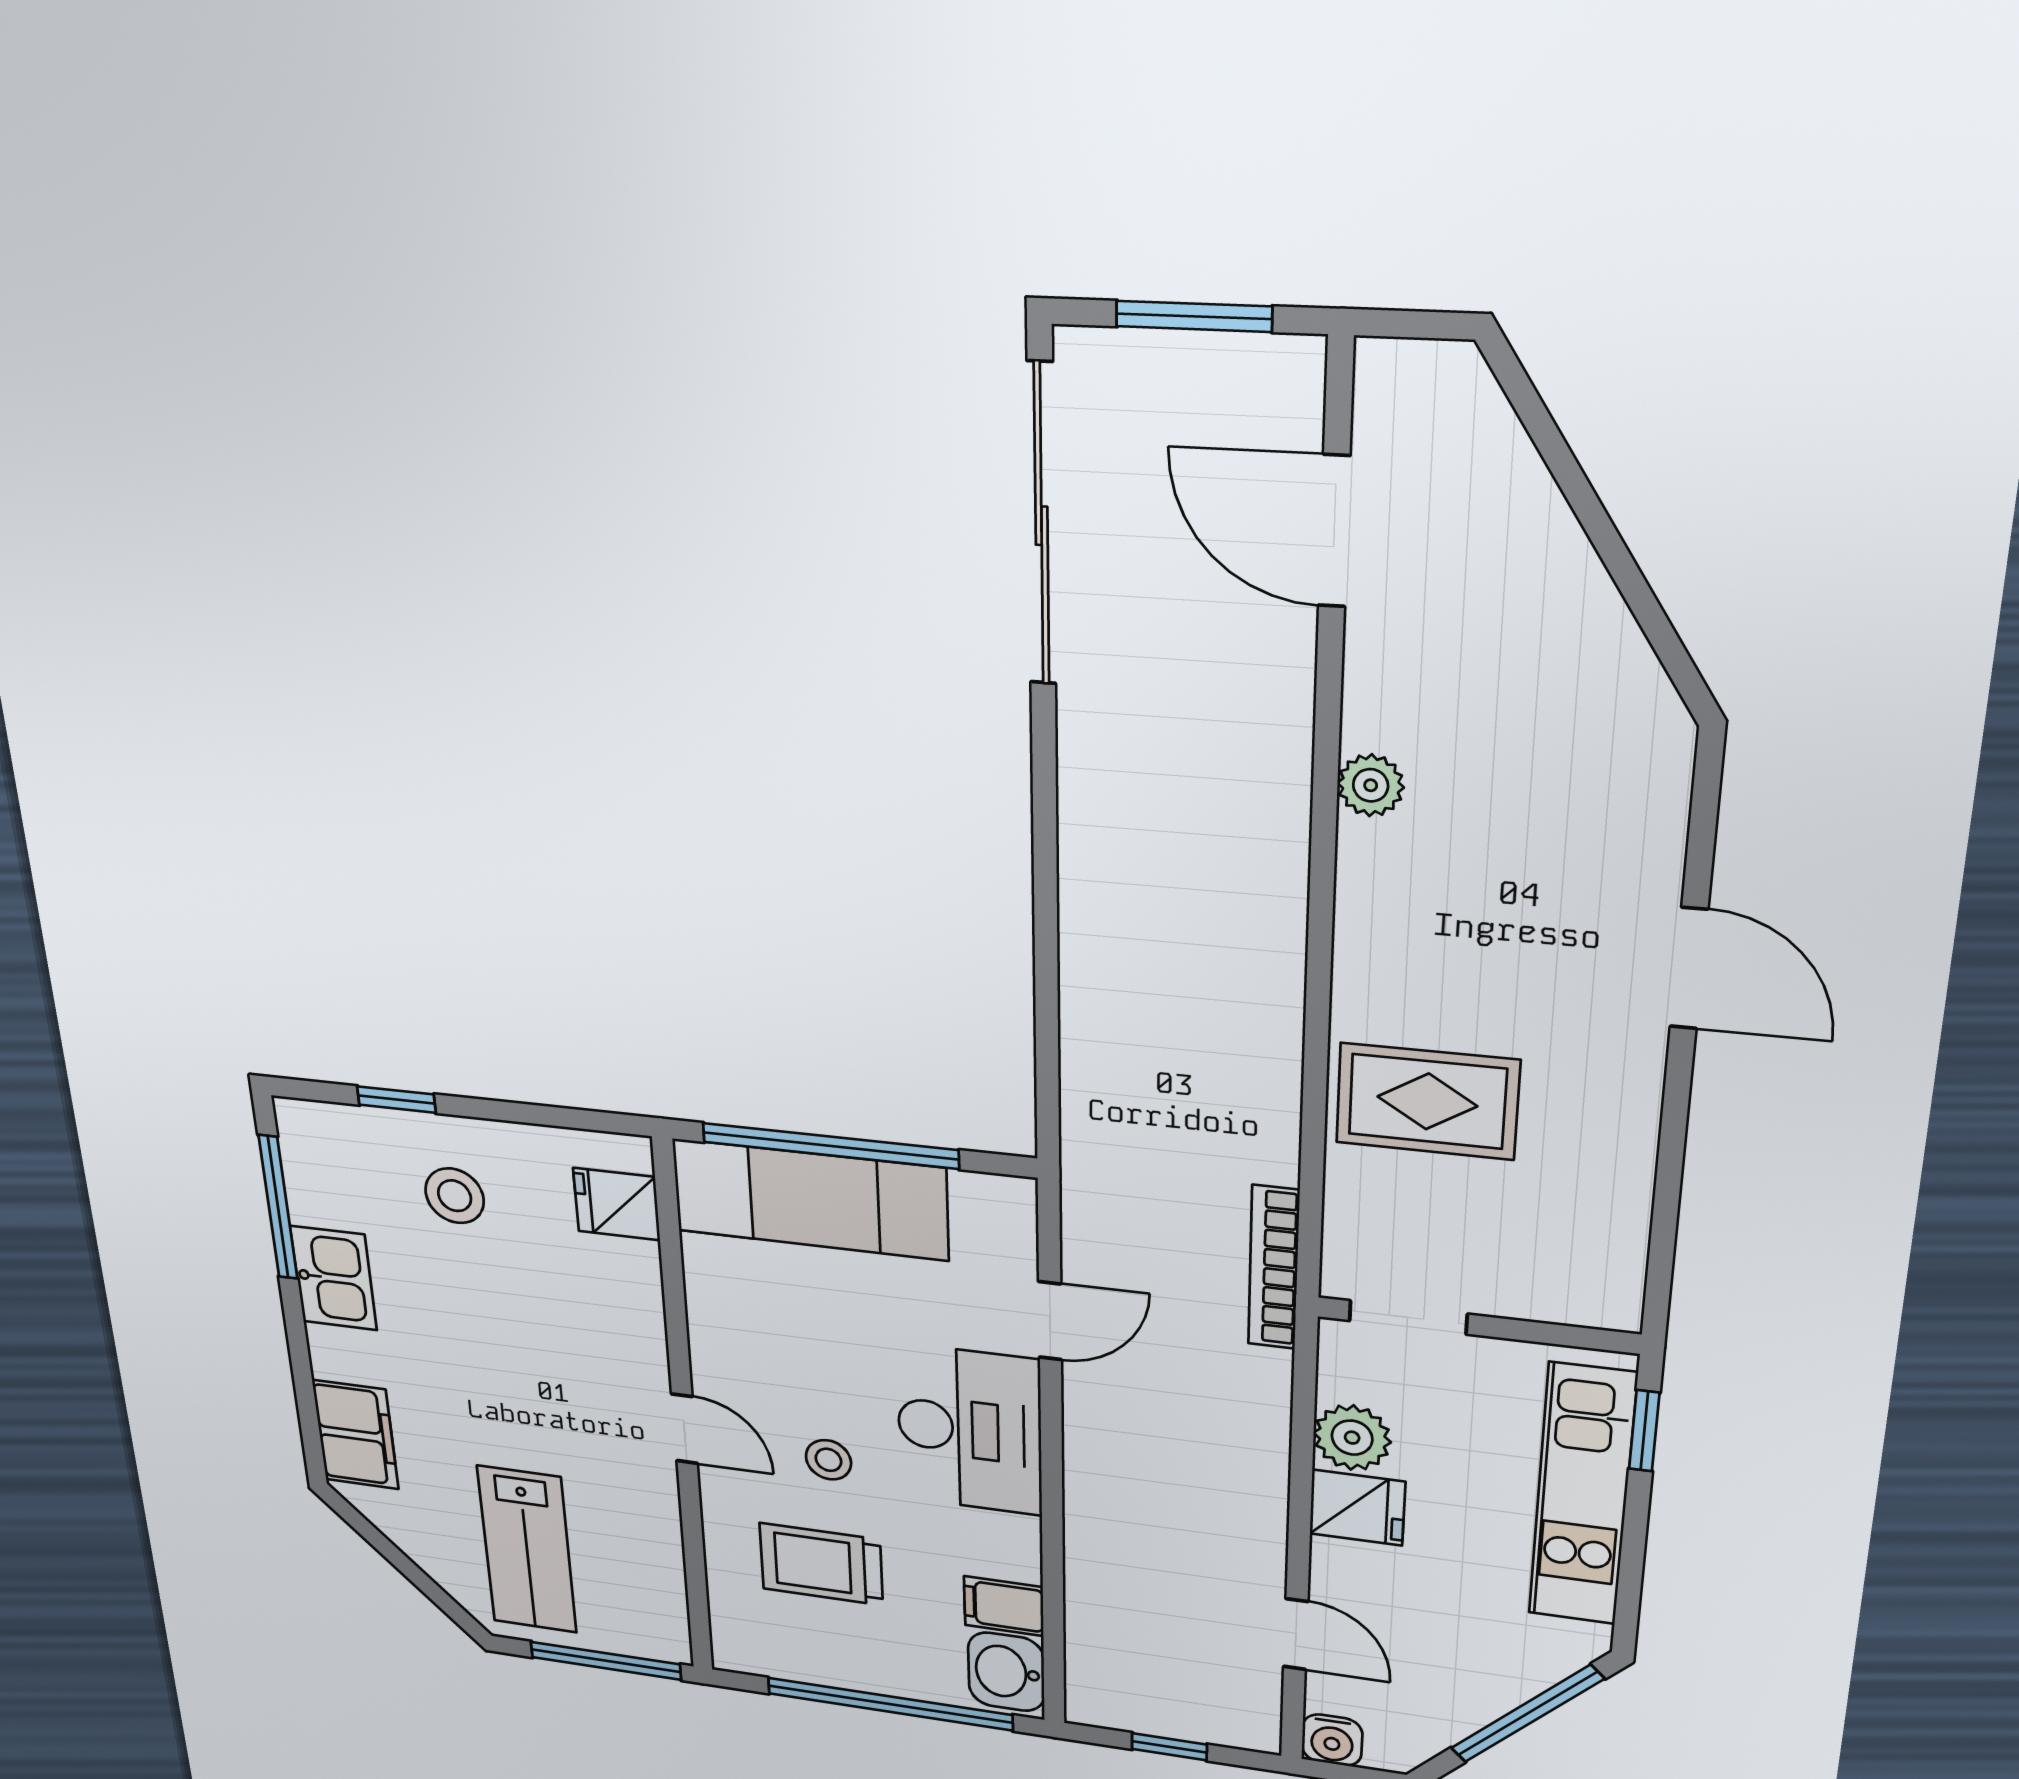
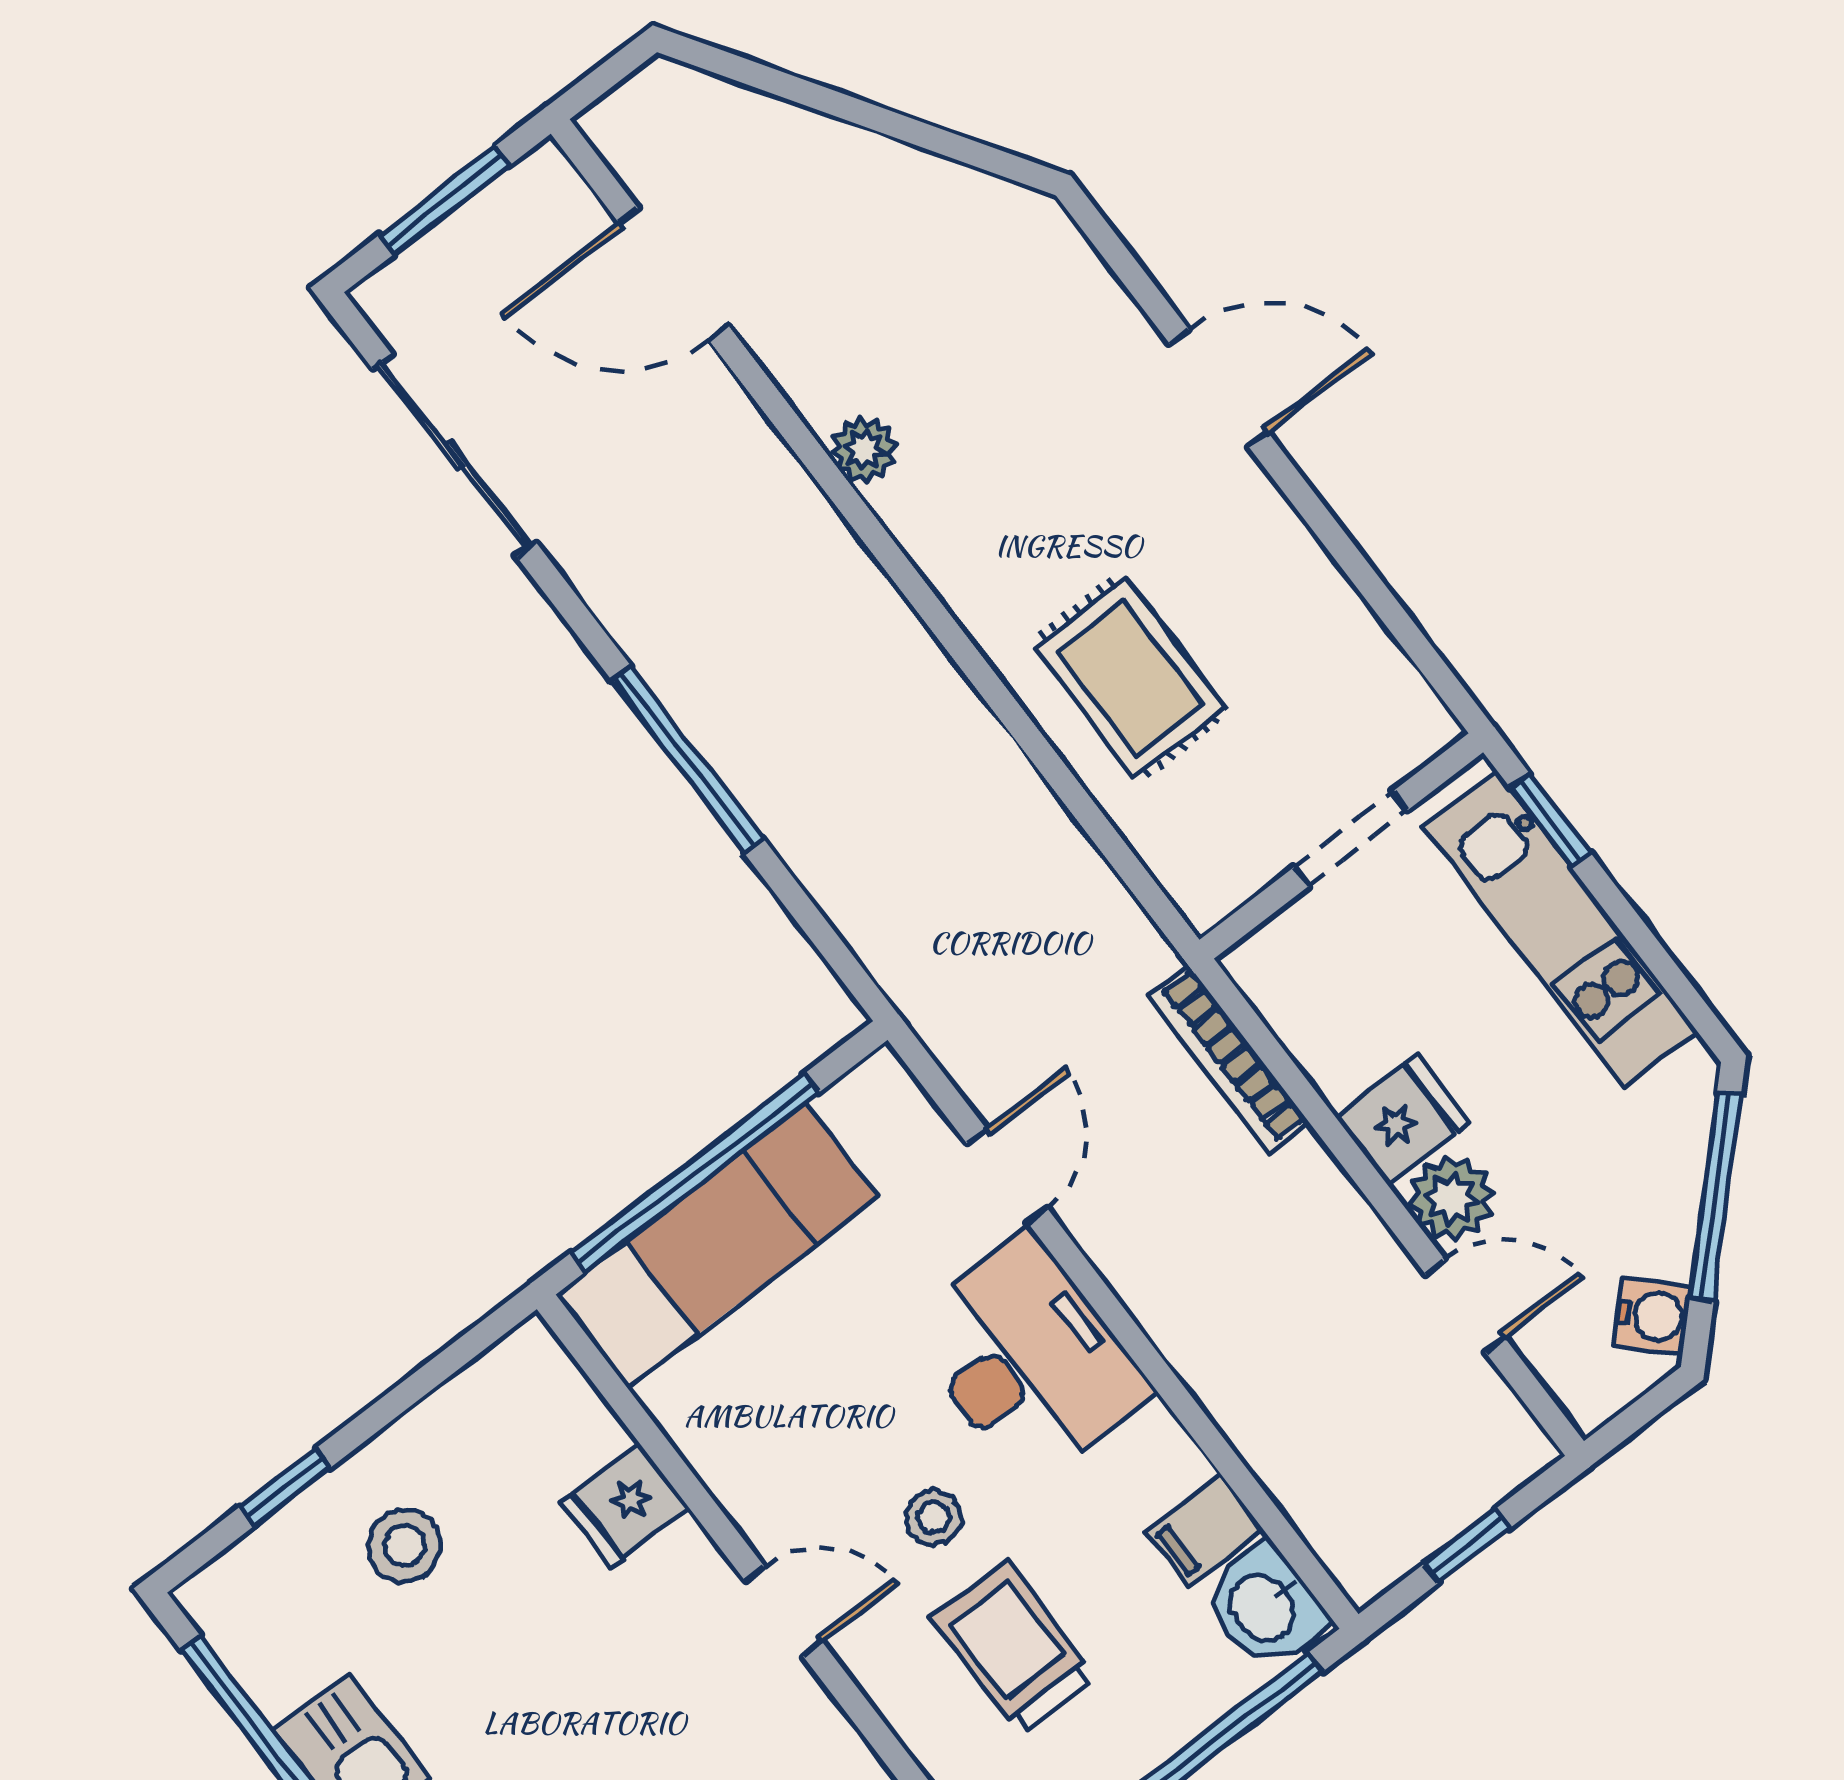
sliding door: (1042, 526) -> (454, 455), width x0.73
window: (1045, 888) -> (688, 760), added
rug: (1427, 1101) -> (1130, 678), turned 90
fridge: (617, 1204) -> (625, 1505), moved
bookcase: (1274, 1267) -> (1229, 1059), moved
doorway: (1408, 1317) -> (1351, 839), moved
plant: (1352, 1438) -> (1451, 1198), moved
trolley: (821, 1564) -> (1013, 1648), turned 90
water cooler: (1332, 1740) -> (1653, 1316), moved, turned -45

